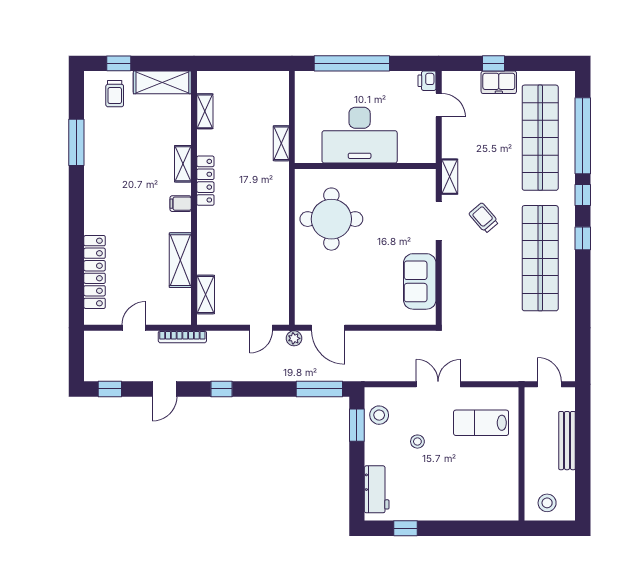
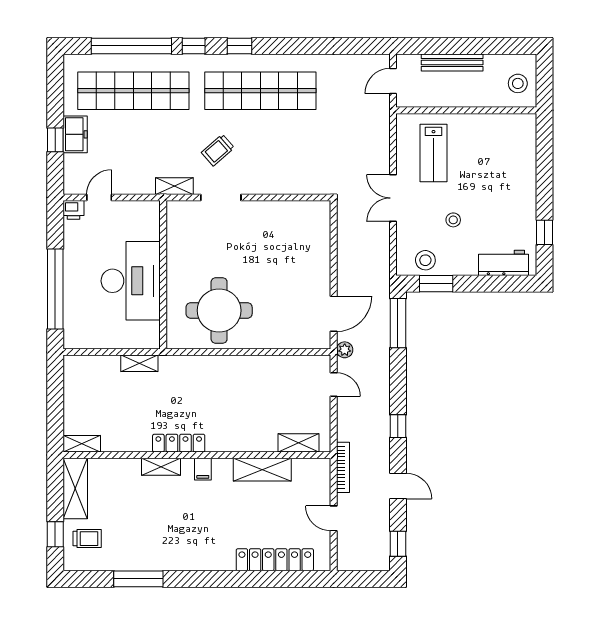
shelving: (205, 111) -> (82, 444), moved
sofa: (420, 281) -> (285, 217), removed

